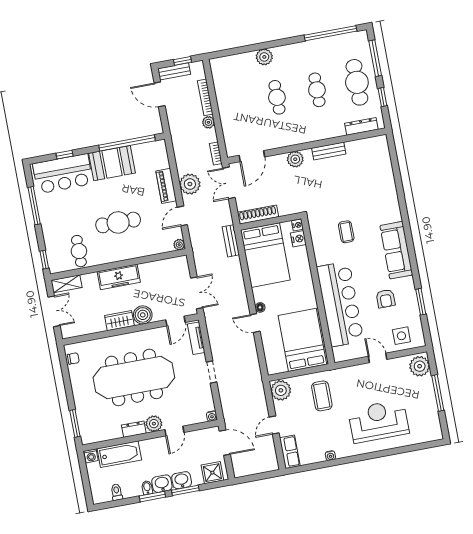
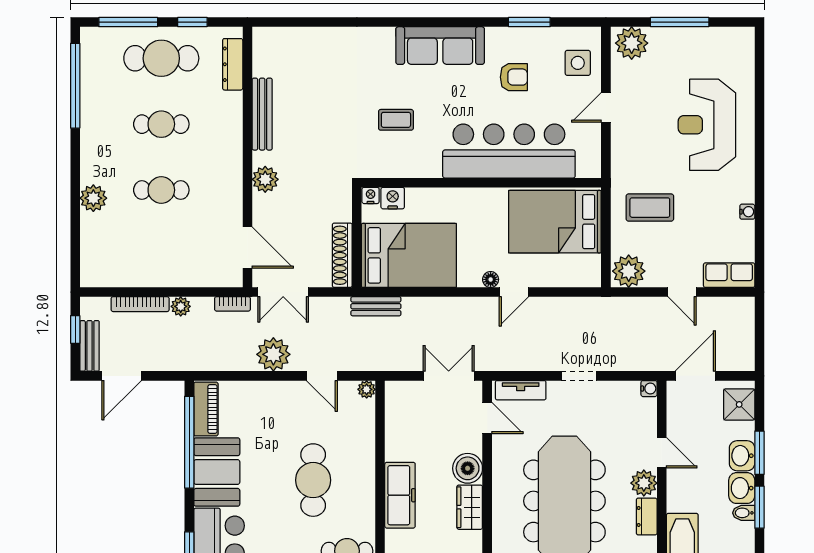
bench: (329, 151) -> (262, 114), width x1.36
piano: (166, 186) -> (206, 409), moved, turned -90

